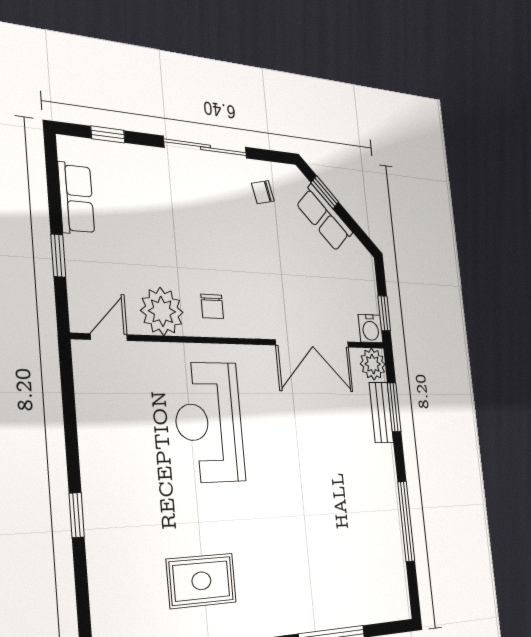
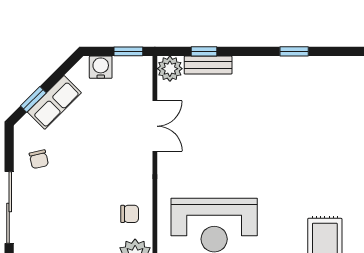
water cooler: (371, 329) -> (101, 67), moved, turned -90
double door: (312, 343) -> (155, 126), width x0.73
window: (394, 407) -> (204, 51), width x0.67
window: (406, 521) -> (294, 51), width x0.46

